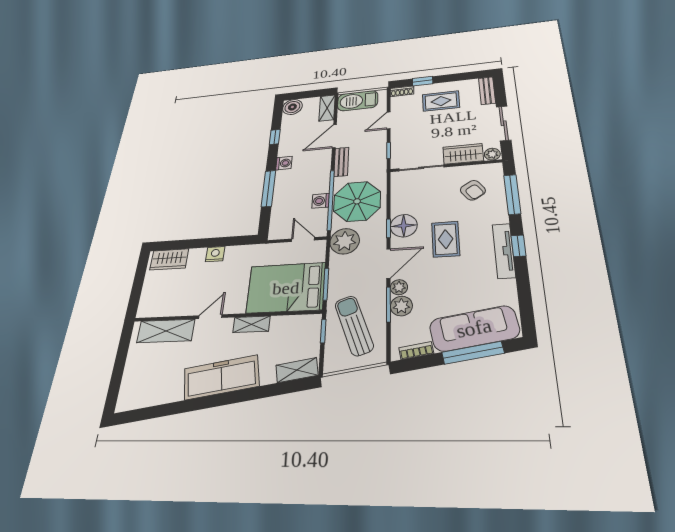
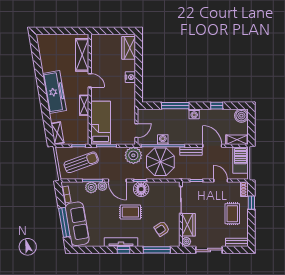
bed: (286, 288) -> (101, 123), width x0.67

